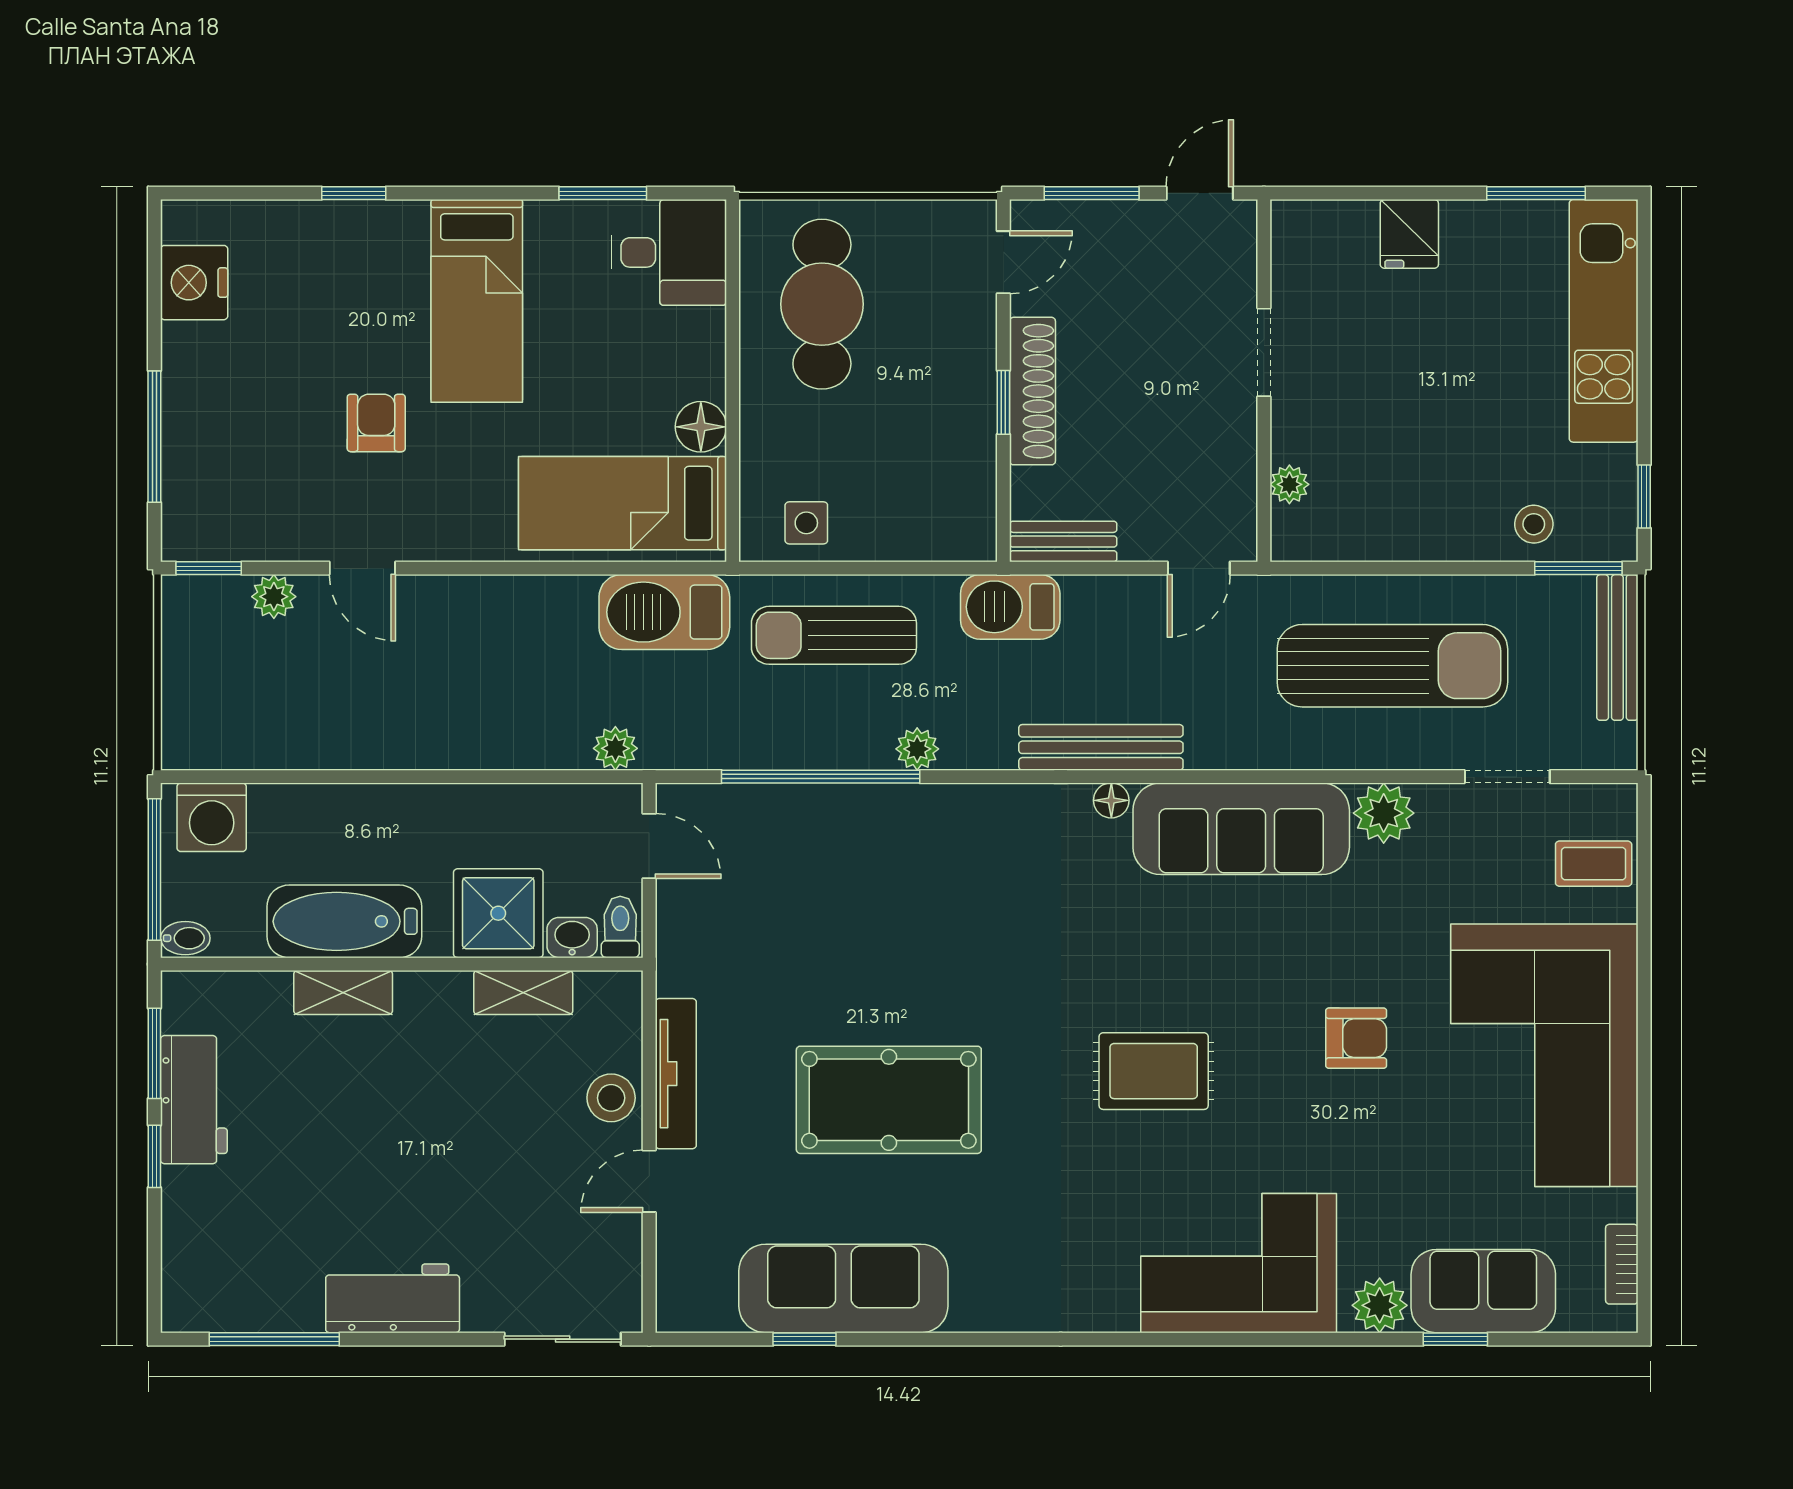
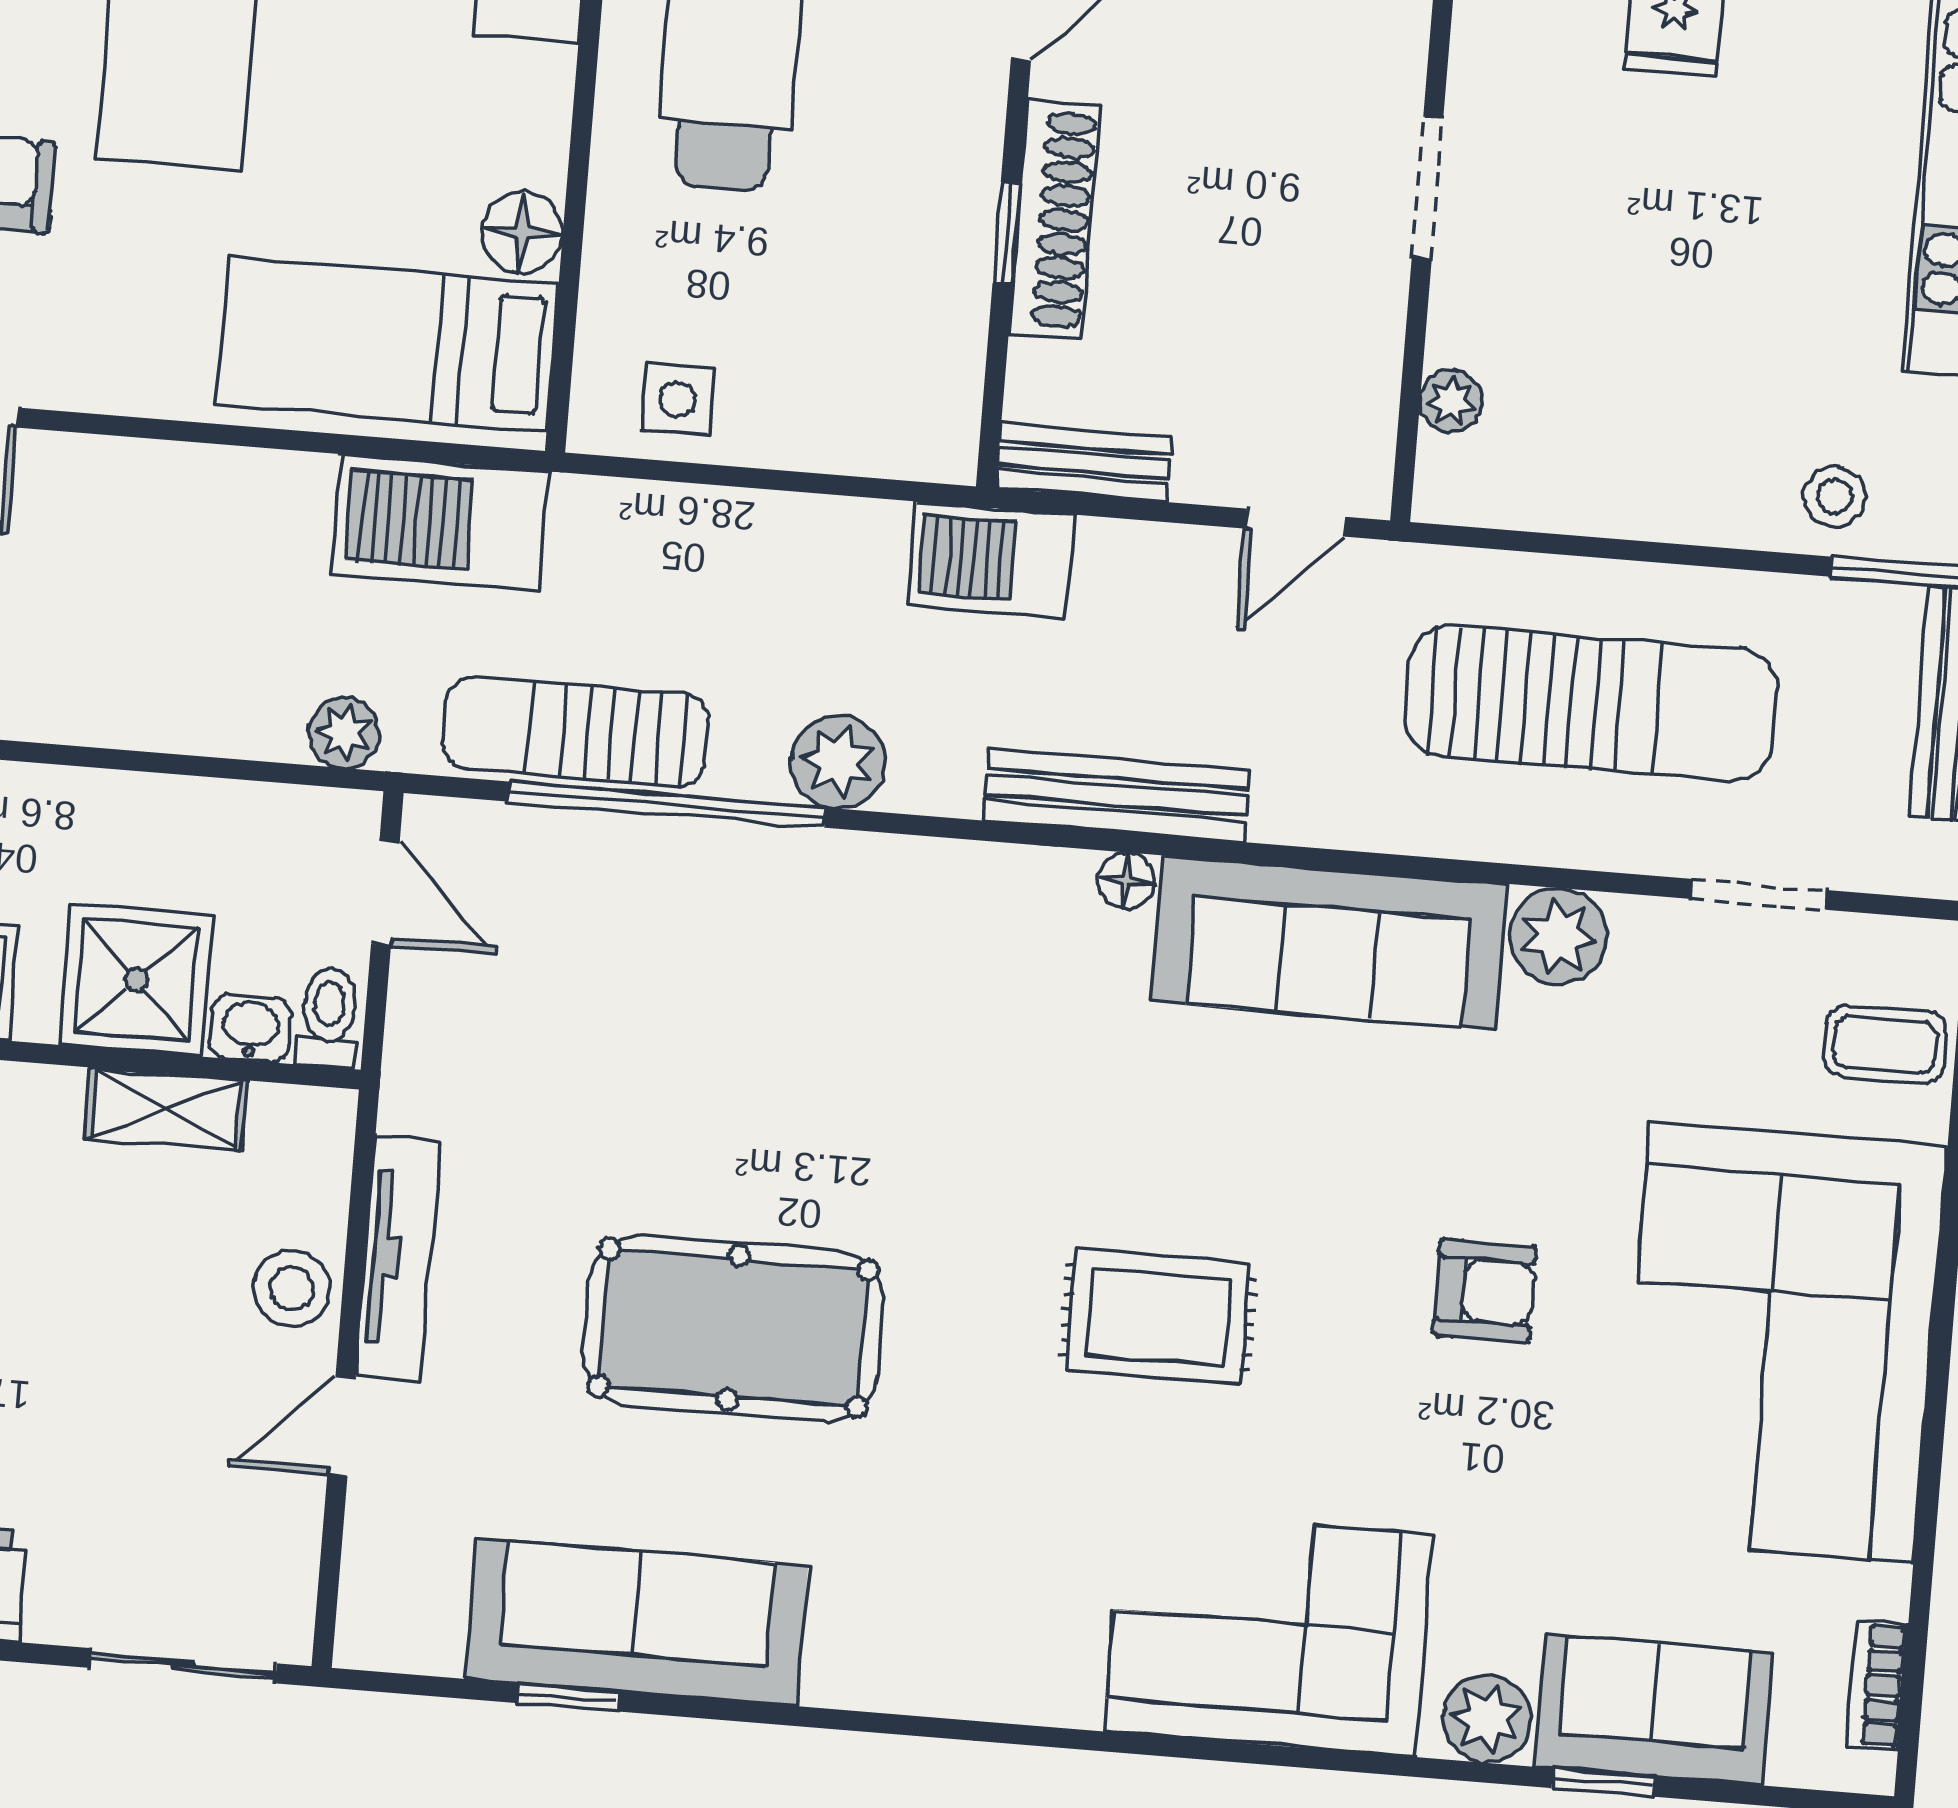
sun lounger: (834, 635) -> (576, 732), moved
plant: (917, 749) -> (838, 762), width x1.38, depth x1.38

